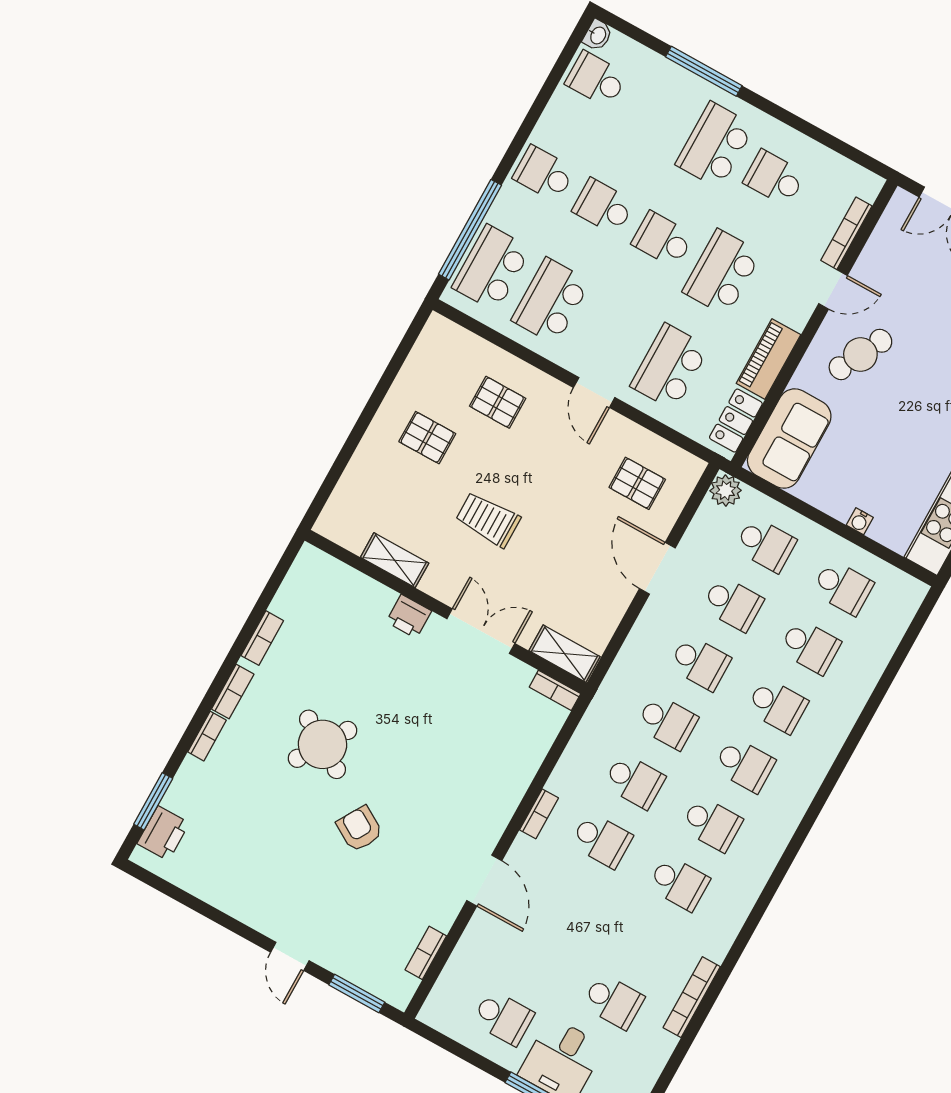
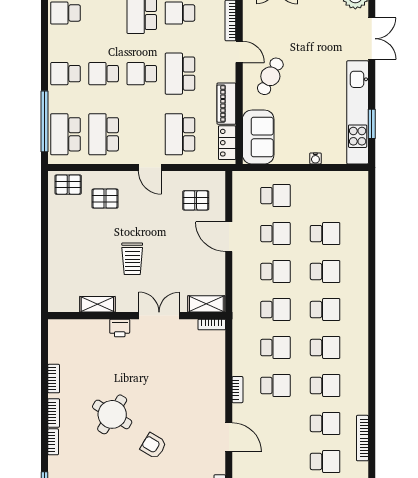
door: (833, 289) -> (239, 52), hinge flipped
pallet: (427, 438) -> (68, 185), moved
plant: (726, 491) -> (241, 180), removed
trolley: (488, 519) -> (132, 259), turned -90
school desk: (843, 587) -> (325, 423), moved

